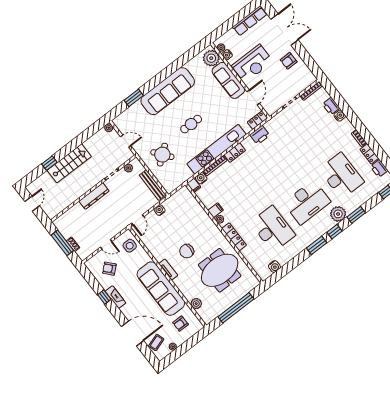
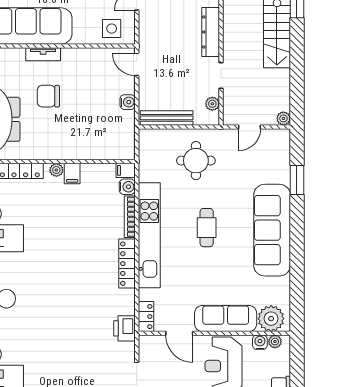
printer: (260, 135) -> (124, 328), moved
locker: (235, 153) -> (127, 264), width x1.53
round table: (162, 155) -> (196, 161), turned 38
chair: (187, 251) -> (48, 96), turned -90

